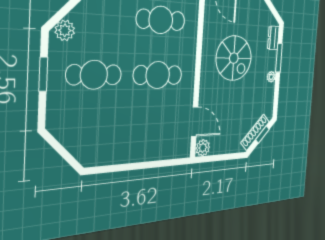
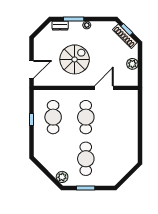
door: (195, 122) -> (104, 88), moved
plant: (203, 148) -> (132, 64), moved

